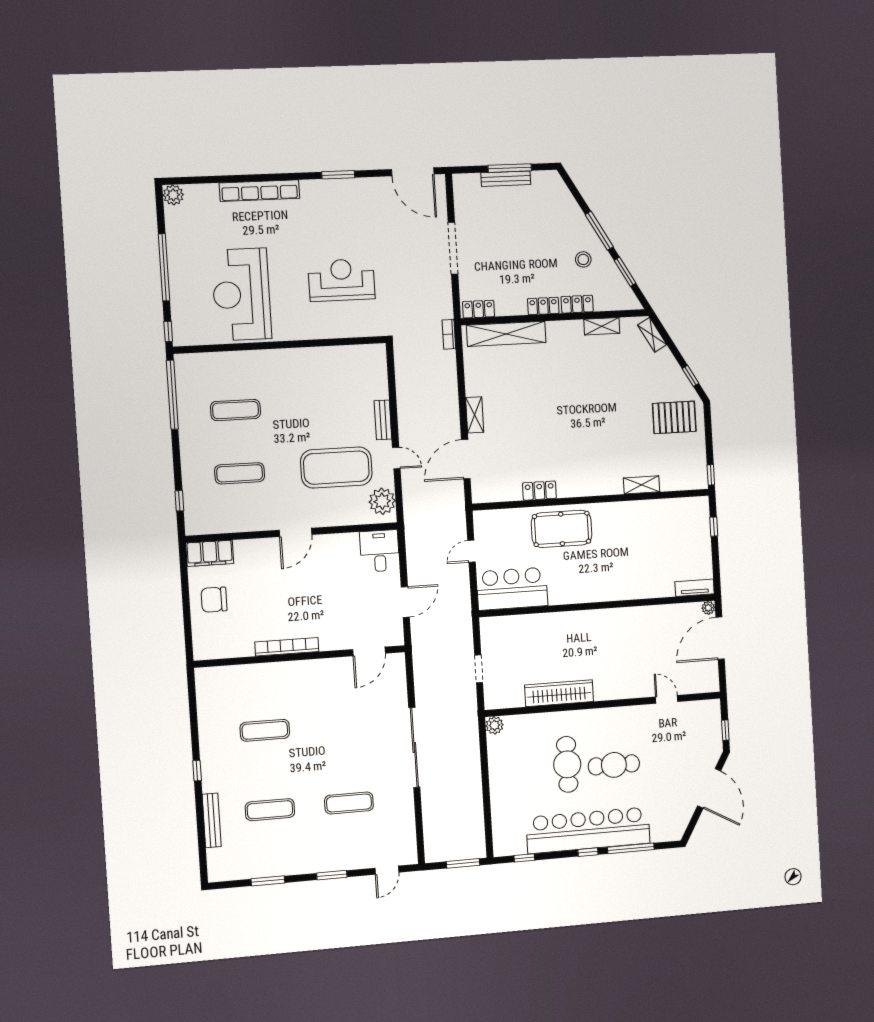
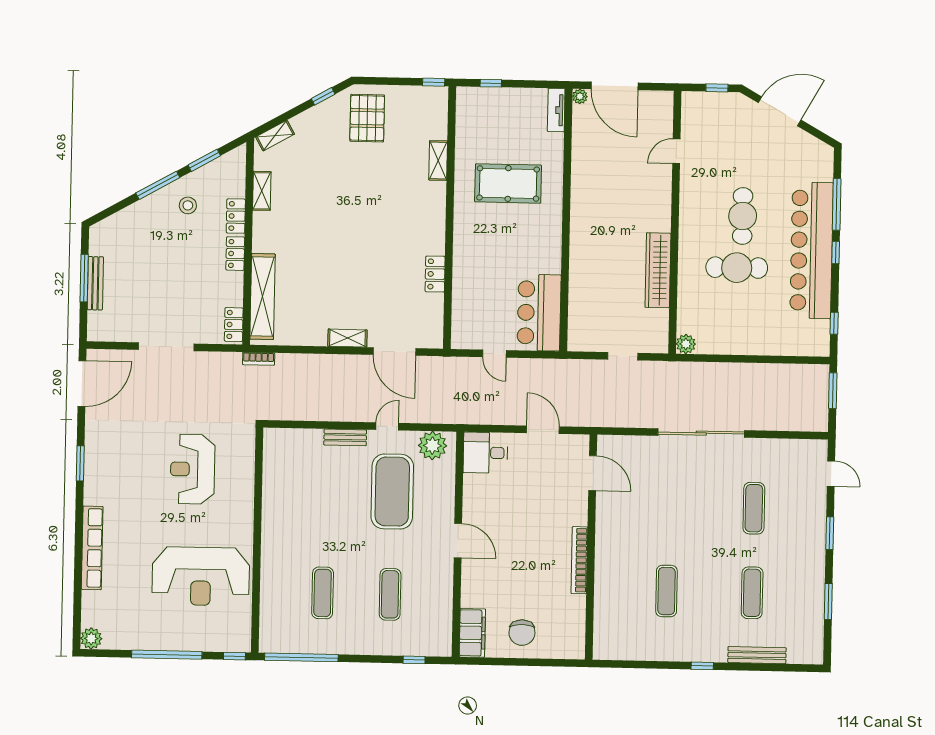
pool table: (562, 529) -> (508, 183), moved, turned 90

